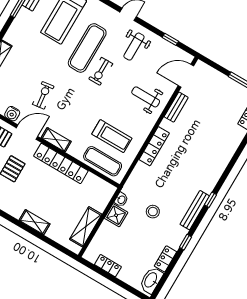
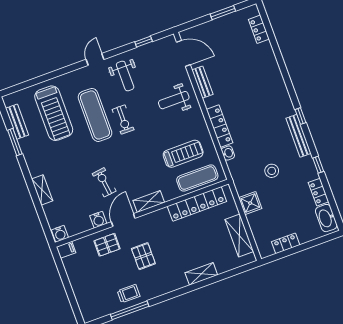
door: (186, 76) -> (183, 53), swing flipped
locker: (61, 163) -> (197, 204), moved
washbasin: (121, 200) -> (228, 153), moved

